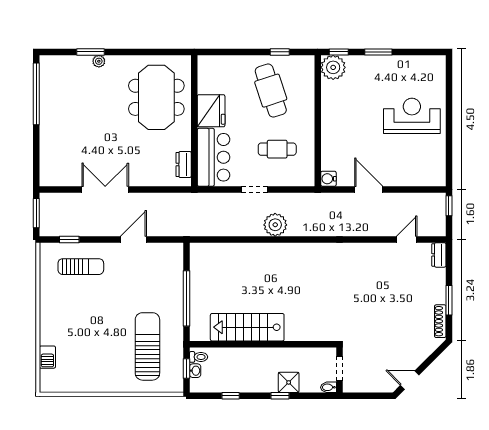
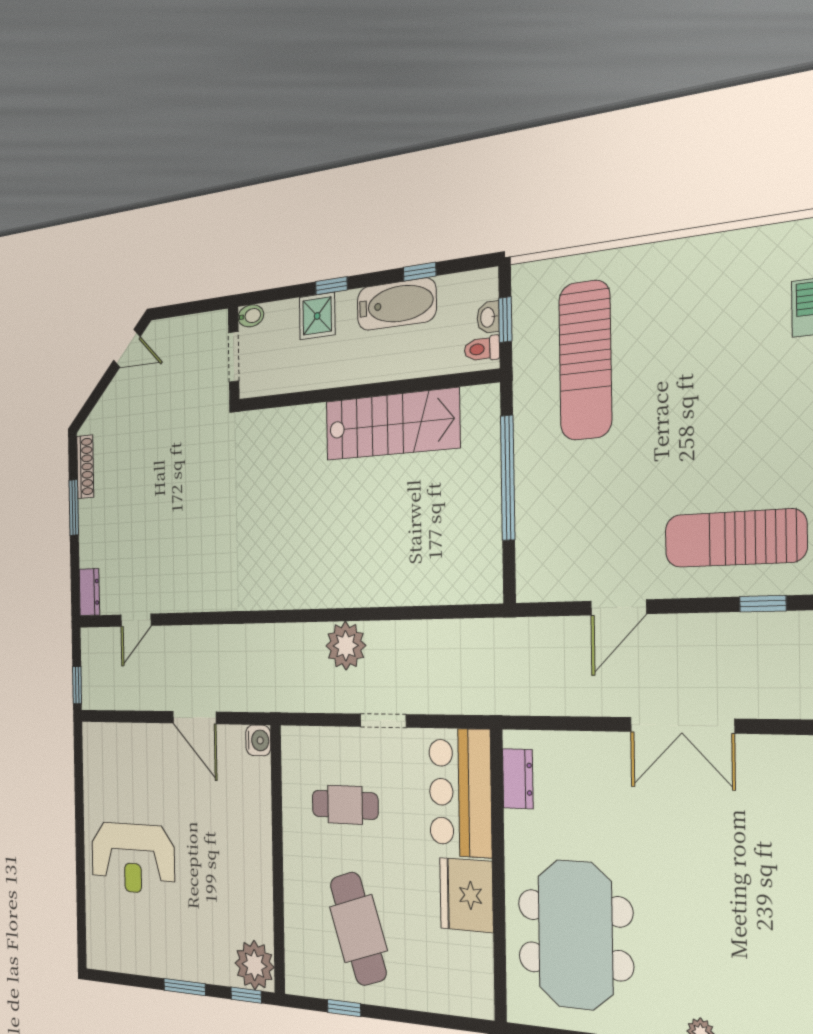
sun lounger: (81, 267) -> (735, 538), width x1.36, depth x1.34
bathtub: (244, 382) -> (396, 304), added

